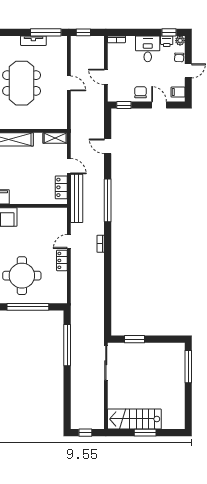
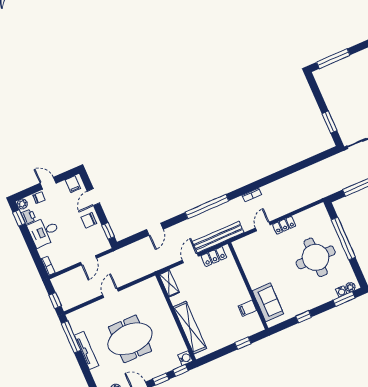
tv unit: (33, 41) -> (86, 350), width x1.41
door: (69, 241) -> (263, 226), swing flipped

